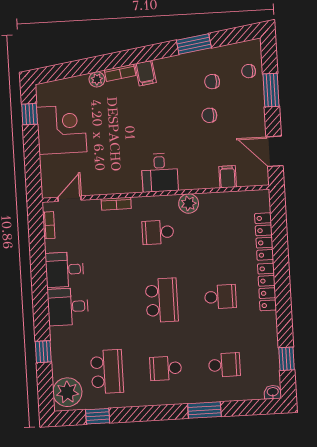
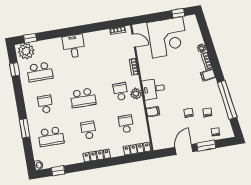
window: (194, 44) -> (227, 100), width x2.11
corner desk: (62, 130) -> (168, 37), width x1.36, depth x1.36
door: (275, 151) -> (184, 149), moved
filing cabinet: (228, 177) -> (153, 112), moved
plant: (189, 203) -> (136, 94), moved
school desk: (217, 229) -> (126, 124), added
locker: (264, 237) -> (137, 149), moved
desk: (65, 270) -> (94, 42), removed
school desk: (220, 297) -> (88, 130), turned 180
window: (43, 352) -> (30, 38), moved
school desk: (224, 365) -> (51, 137), width x1.85

